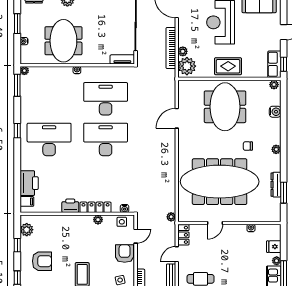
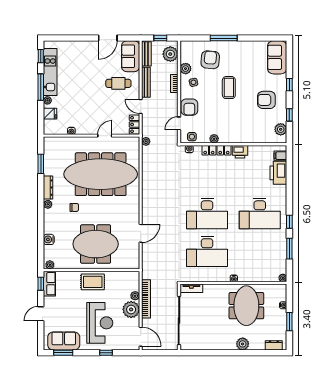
plant: (187, 66) -> (131, 309), moved
window: (17, 85) -> (289, 249), moved
meeting table: (225, 107) -> (96, 244), turned 90
dresser: (276, 185) -> (48, 188), moved
door: (177, 254) -> (141, 106), swing flipped

